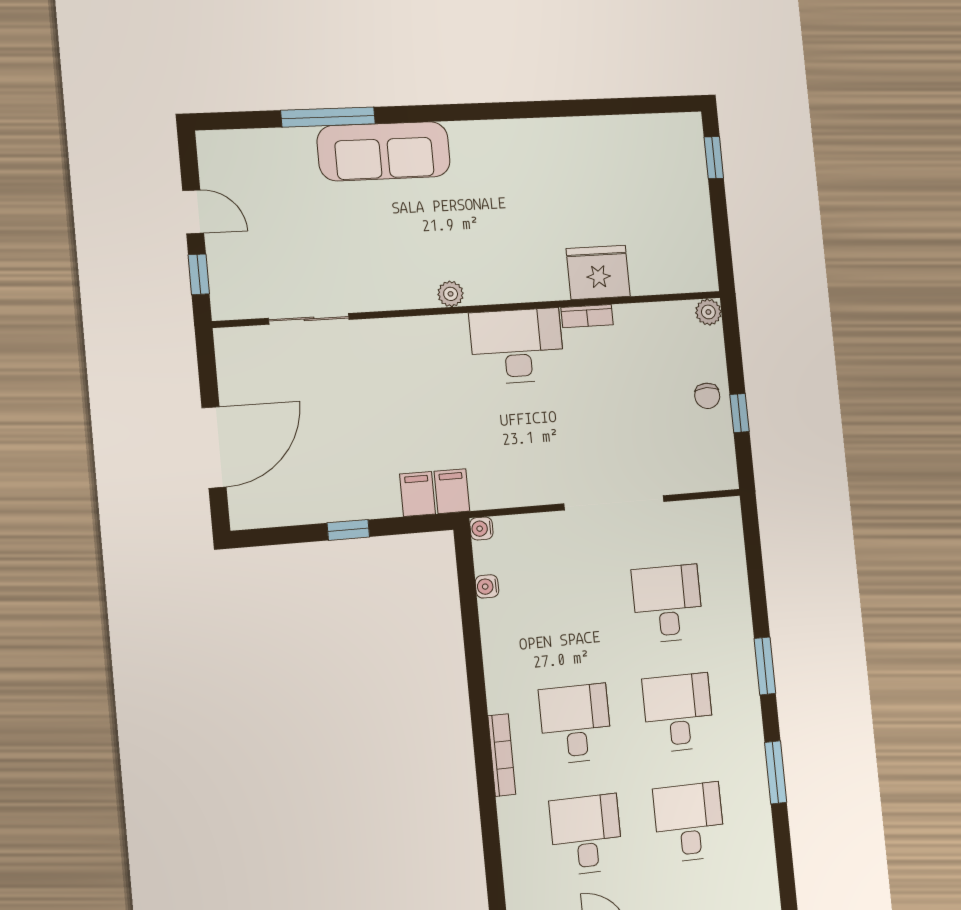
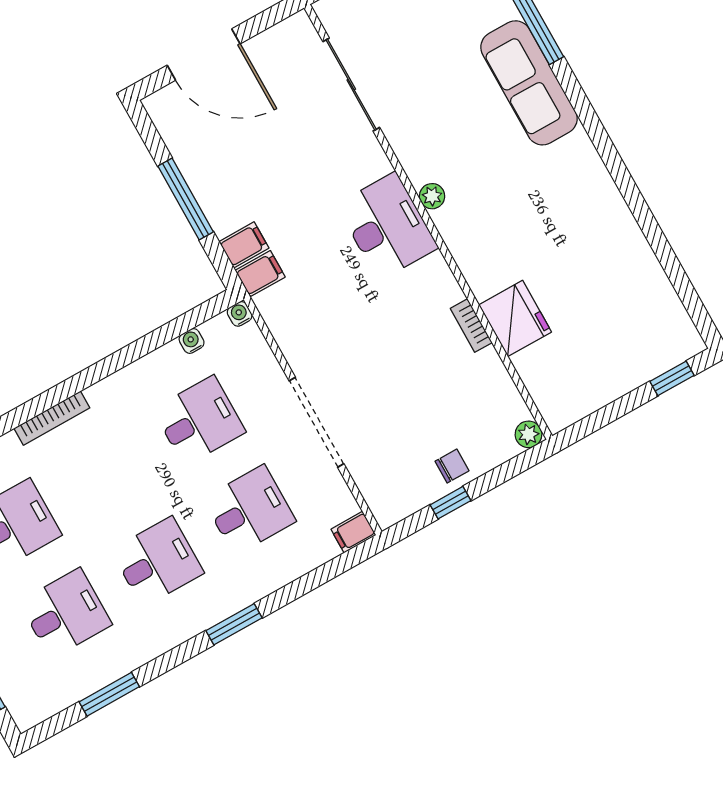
sliding door: (309, 319) -> (351, 85), width x1.37
desk: (517, 346) -> (387, 226), moved
chair: (707, 396) -> (452, 466), turned 180
filing cabinet: (728, 515) -> (353, 532), added
window: (348, 530) -> (186, 199), width x2.17
desk: (576, 724) -> (199, 421), moved
window: (776, 772) -> (109, 694), moved

